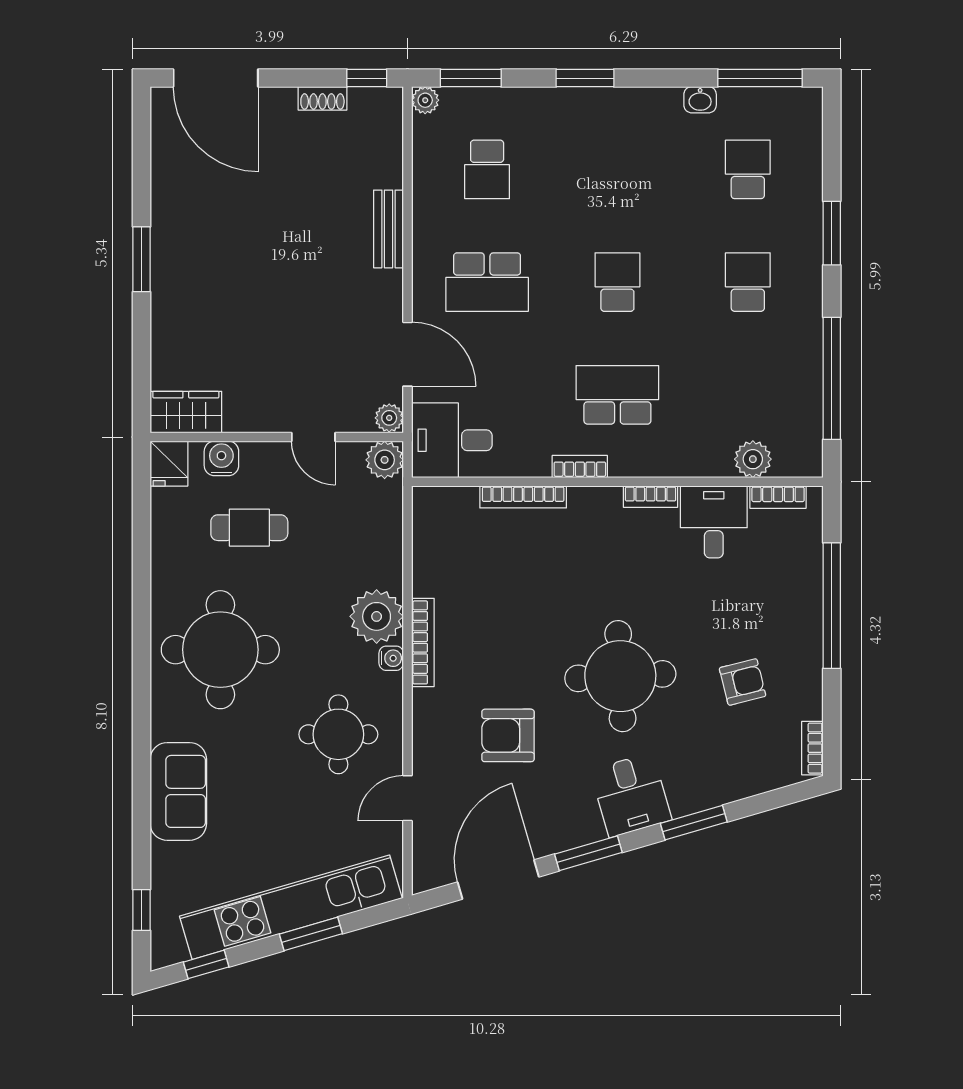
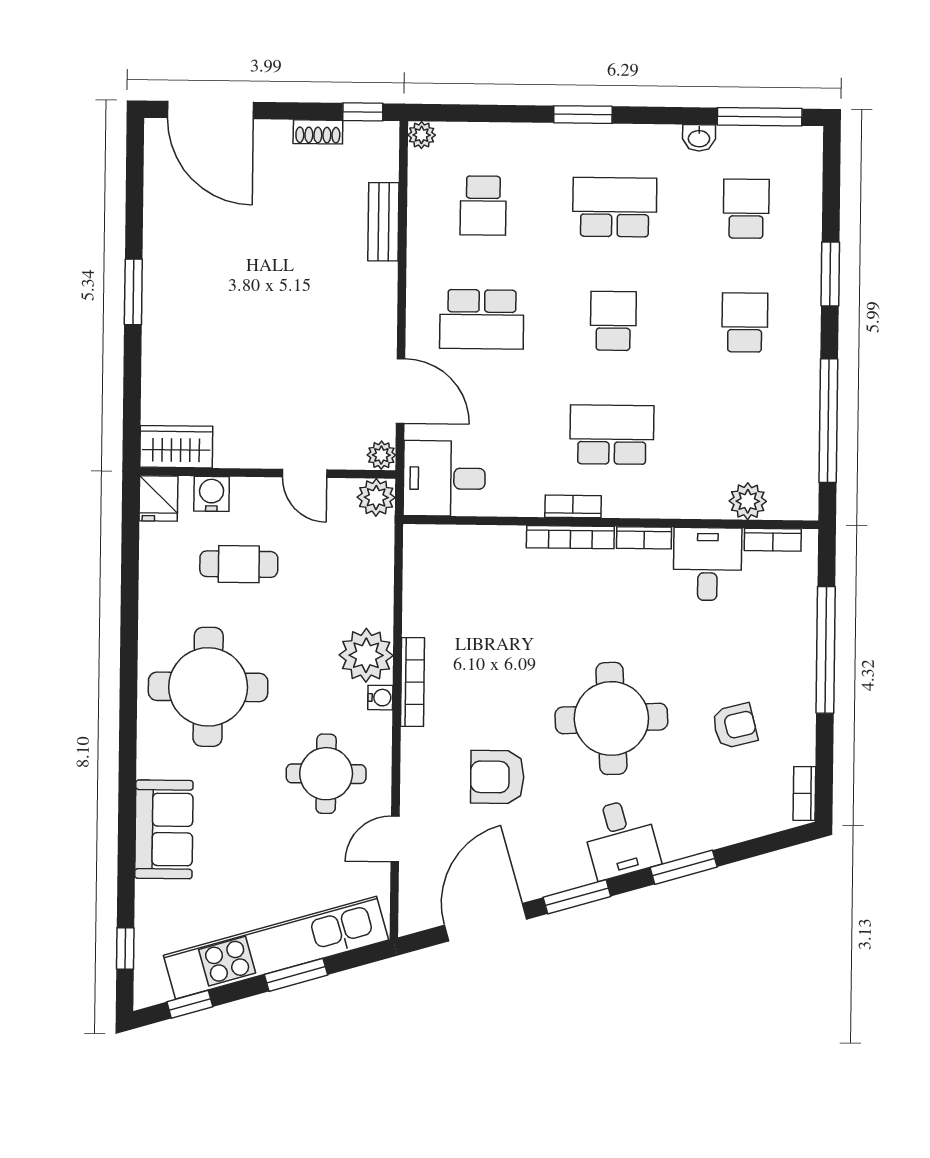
window: (471, 78) -> (468, 113), removed
school desk: (617, 169) -> (615, 207), added
bench: (388, 229) -> (383, 222), moved
bookcase: (523, 497) -> (570, 537), moved

